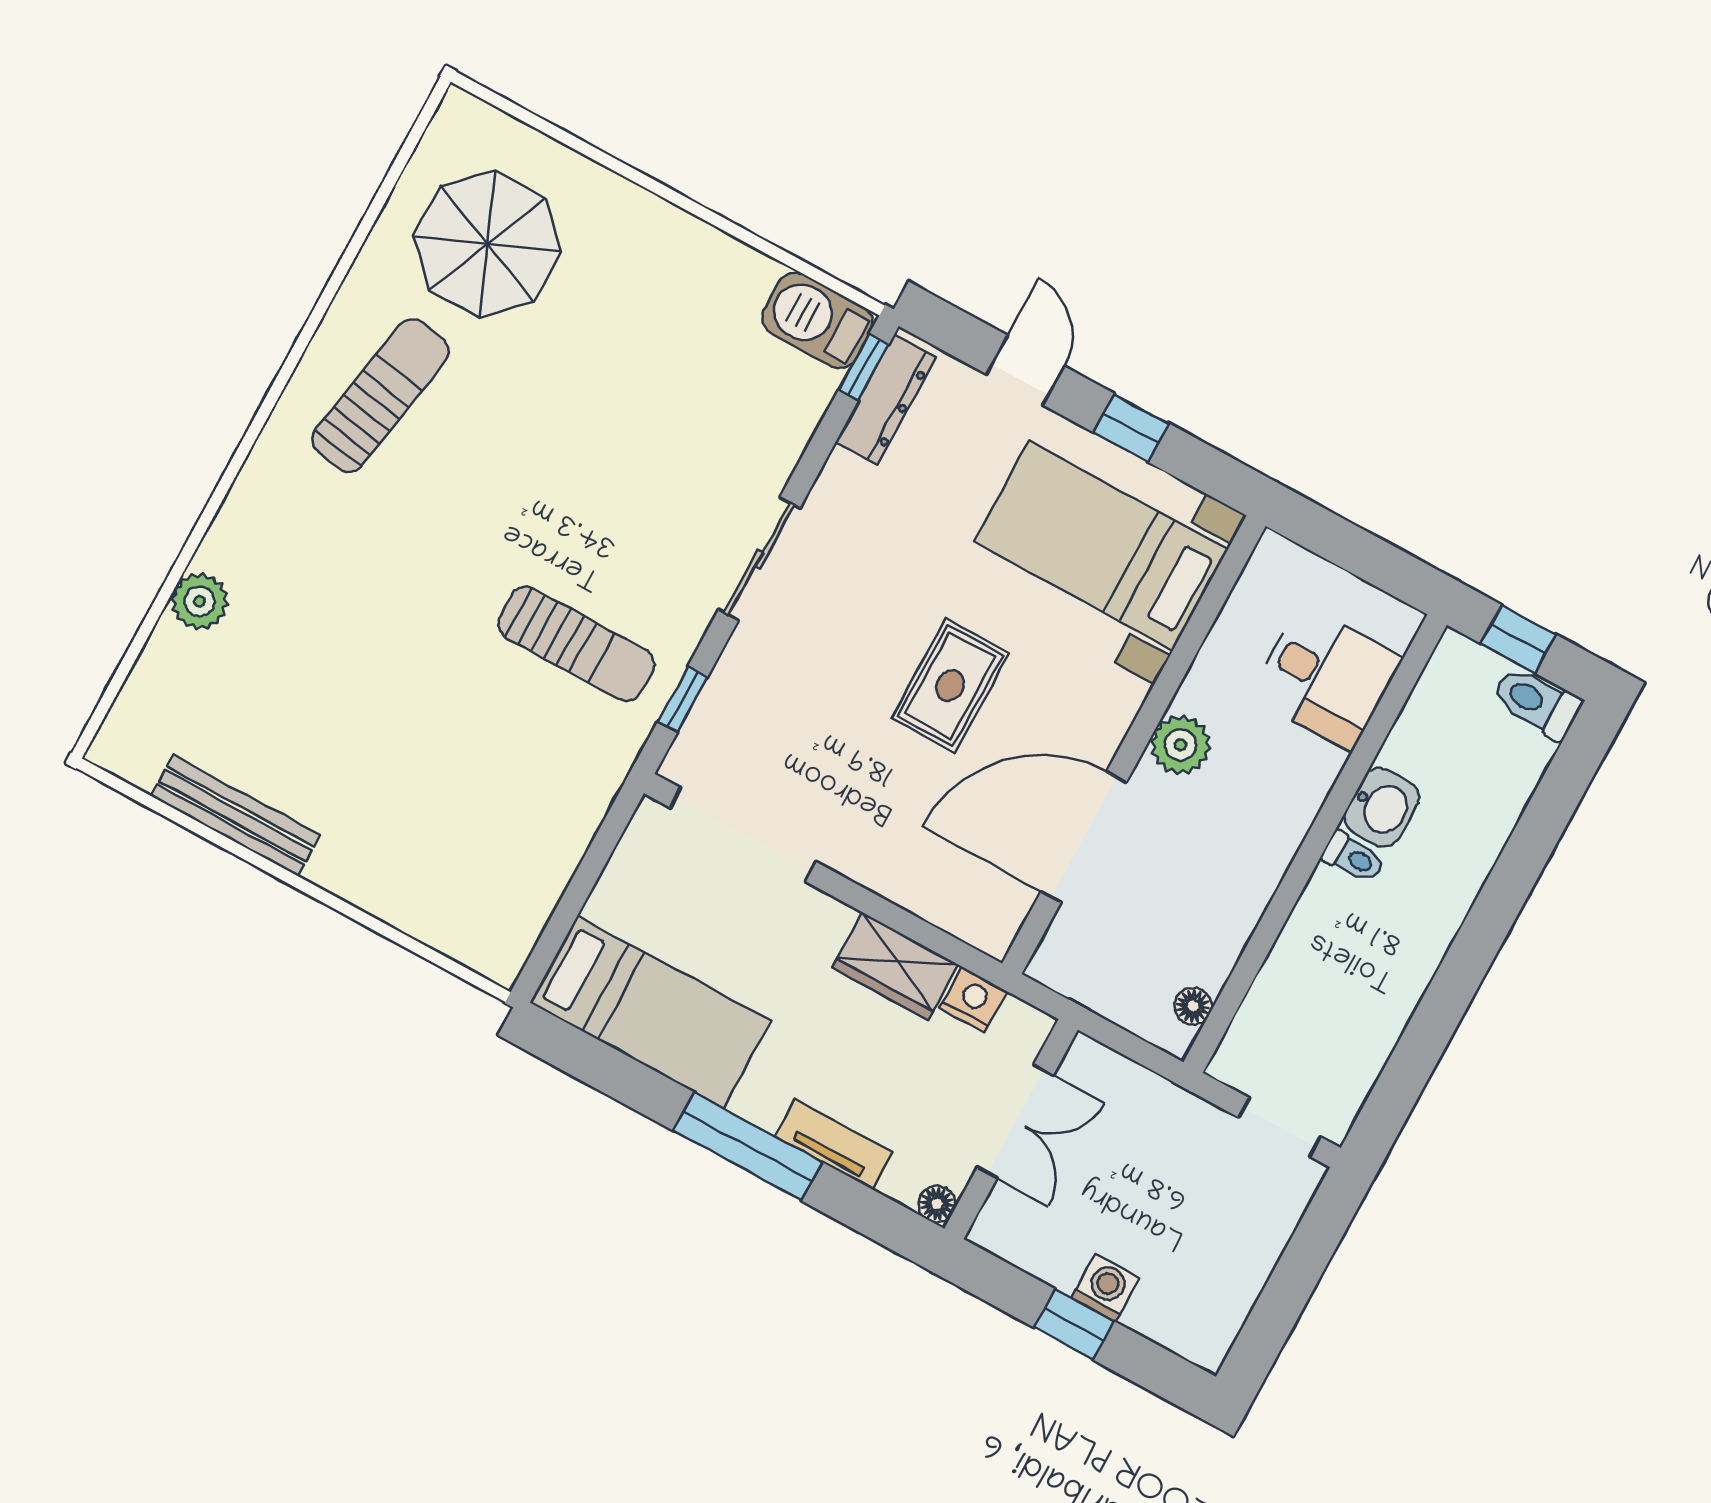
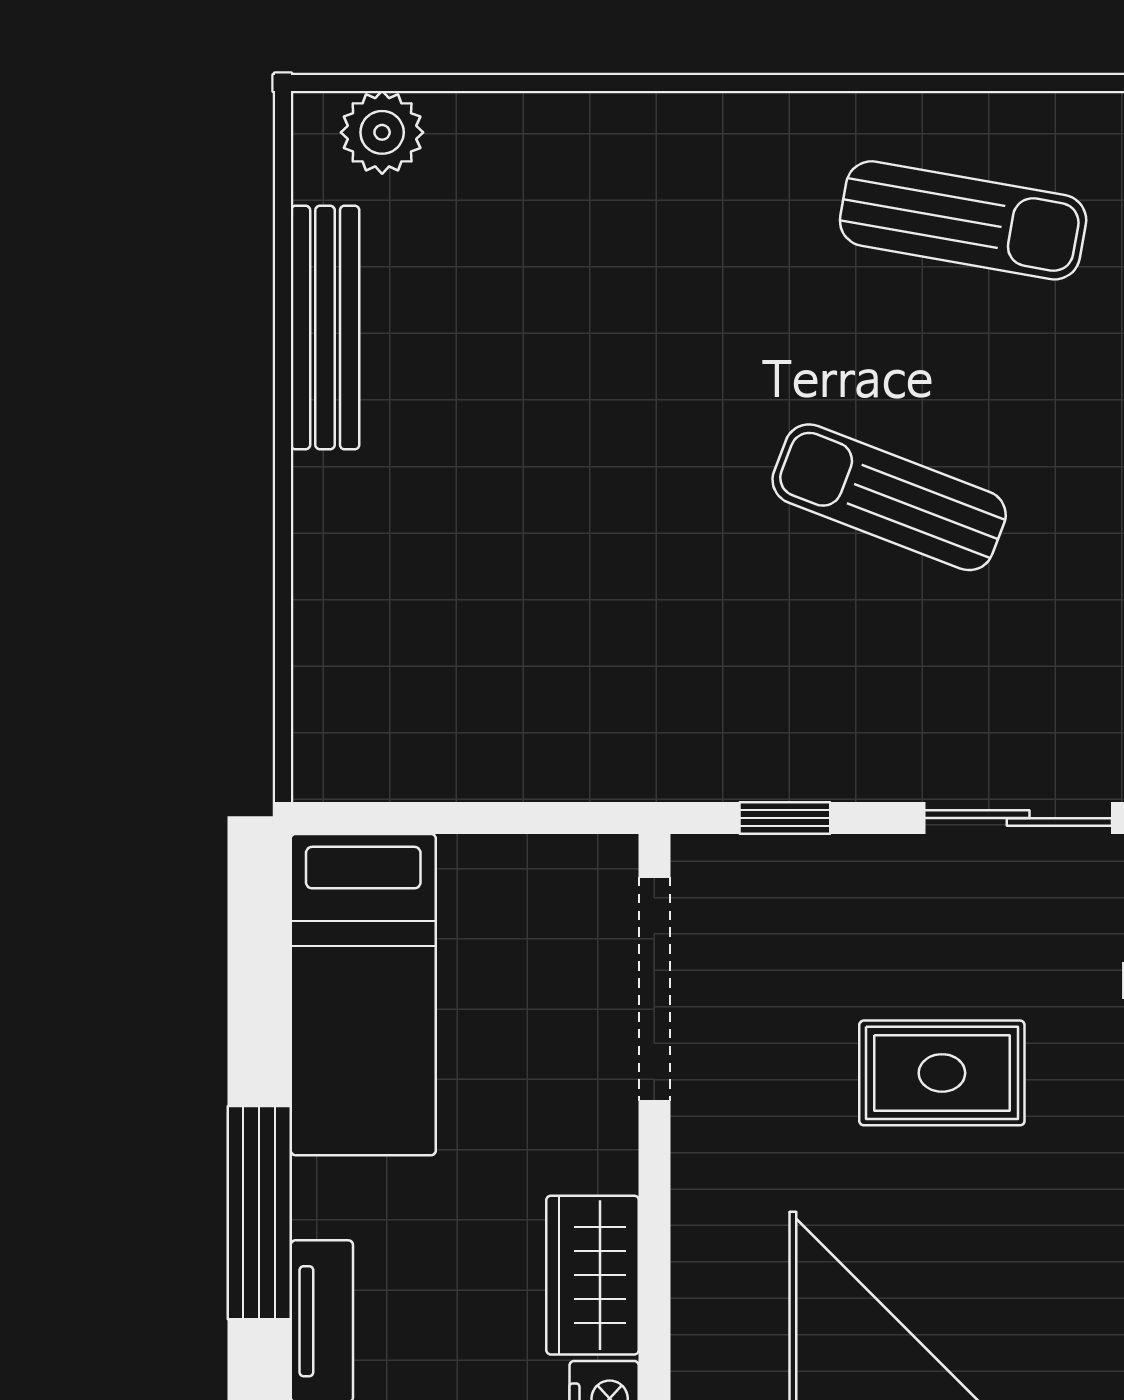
plant: (200, 601) -> (382, 132), moved
sun lounger: (576, 644) -> (889, 497), moved, turned 111
rug: (950, 686) -> (942, 1073), moved

